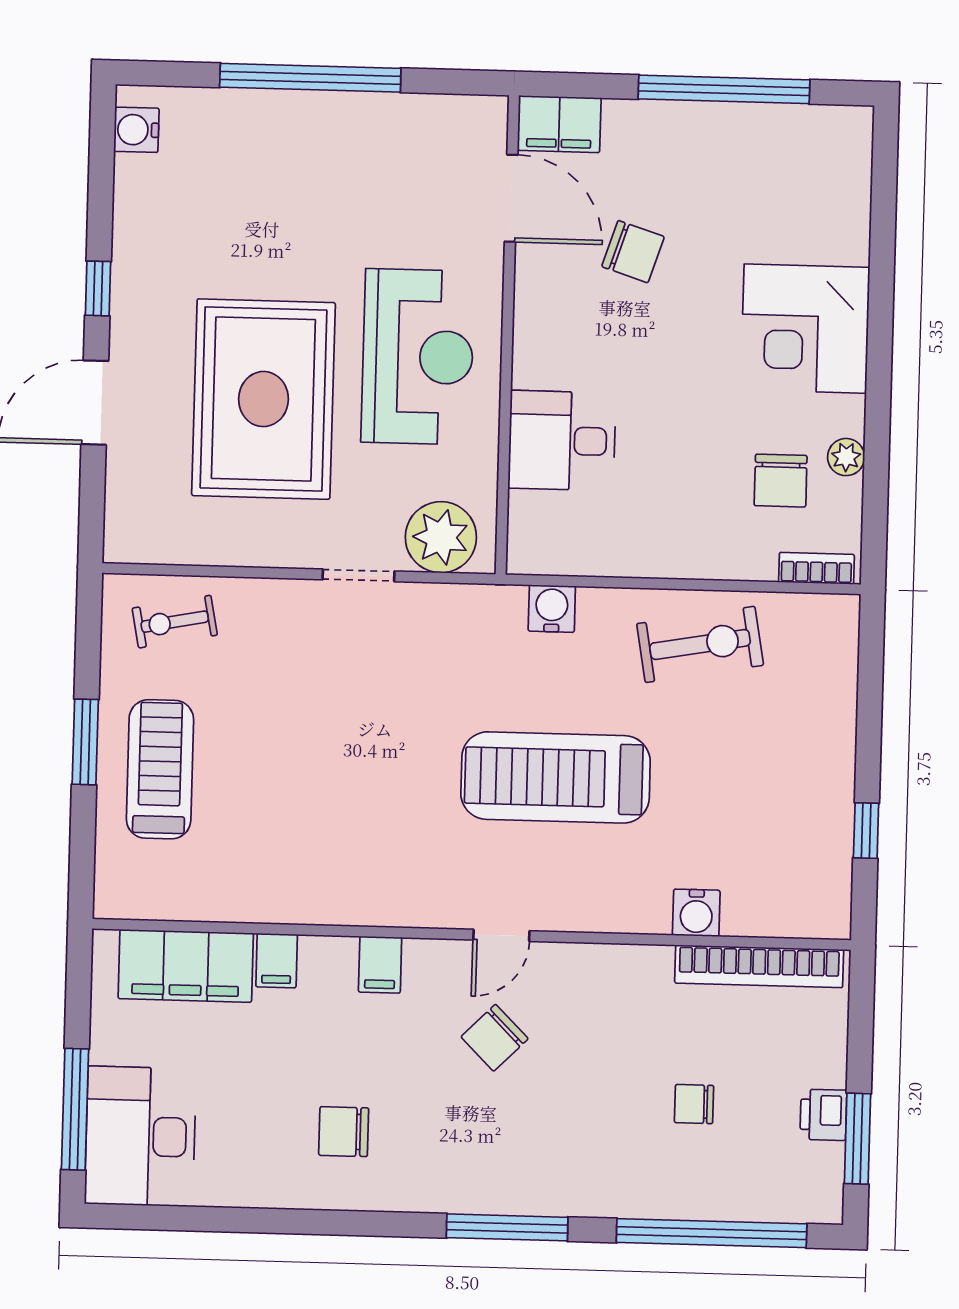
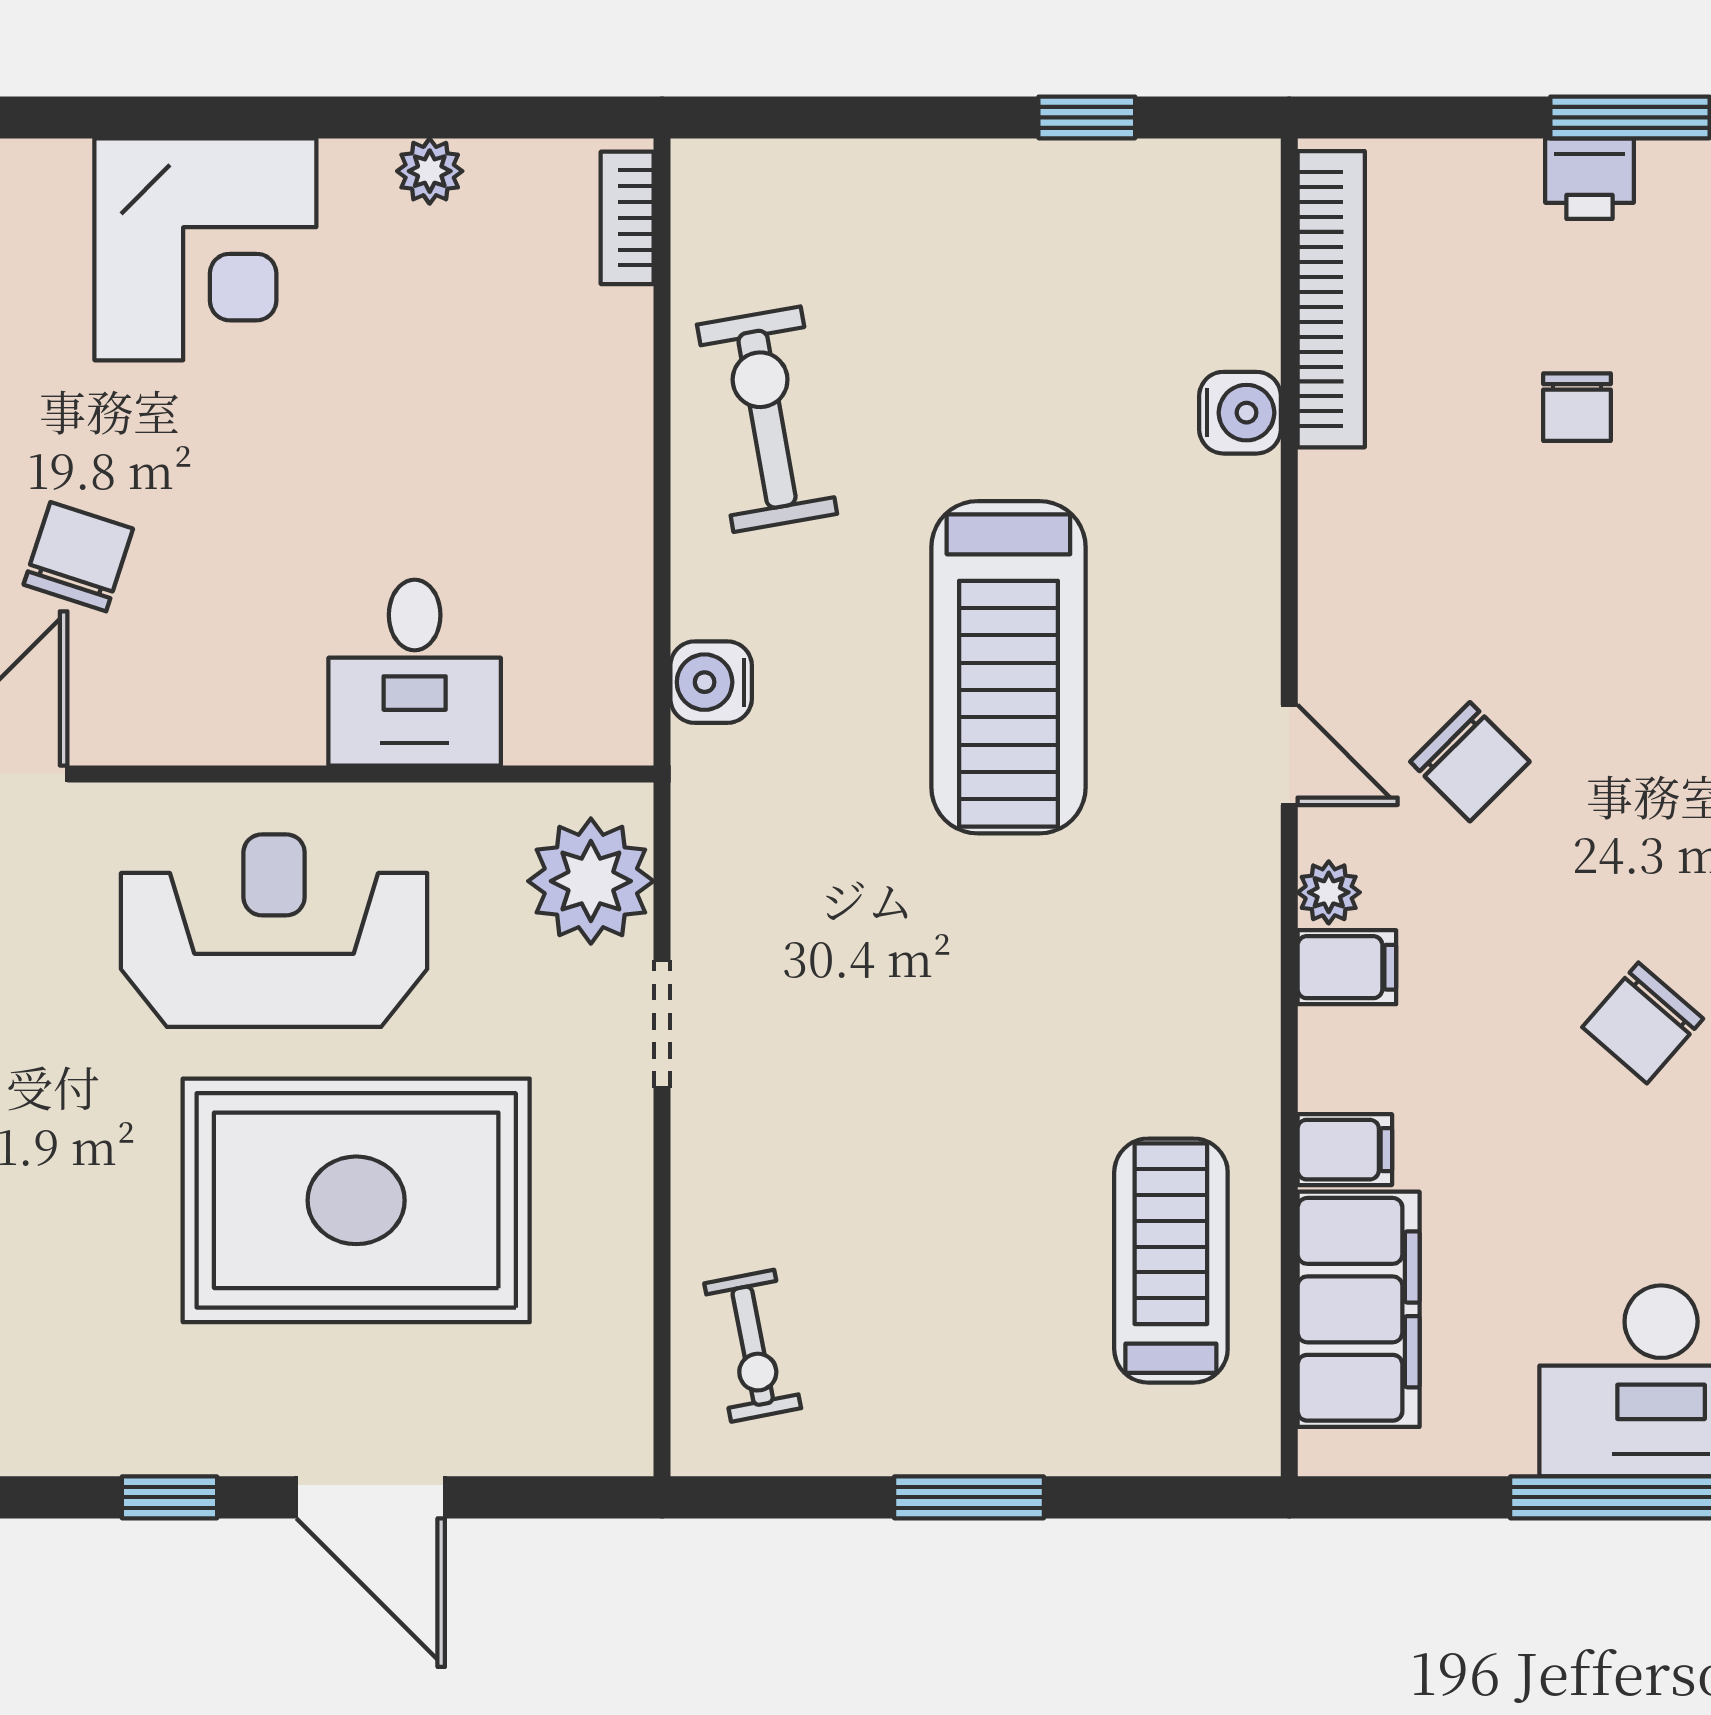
chair: (781, 481) -> (474, 285), removed
treadmill: (160, 769) -> (1171, 1261), moved, turned 90
plant: (423, 956) -> (1329, 892), added
chair: (344, 1132) -> (1643, 1023), turned 41

